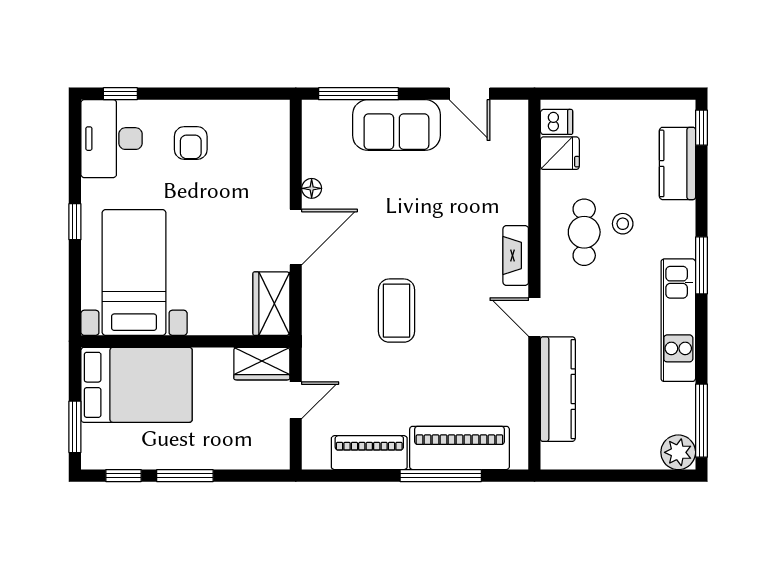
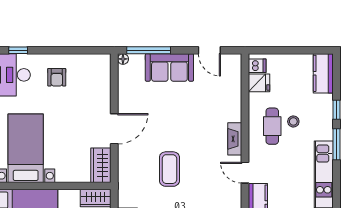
window: (702, 128) -> (337, 110), moved
kitchen counter: (677, 163) -> (323, 73), moved
floor lamp: (312, 188) -> (123, 59), moved

